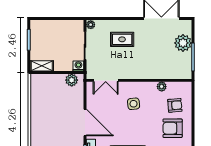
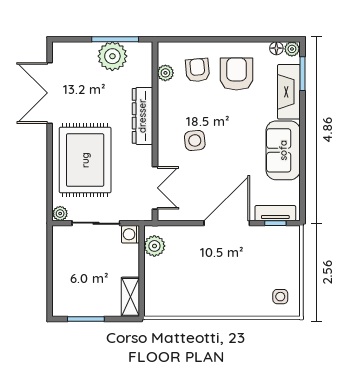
rug: (122, 39) -> (85, 160), width x1.86, depth x2.06
plant: (183, 43) -> (112, 56), moved
dresser: (148, 73) -> (142, 116), added
plant: (162, 87) -> (165, 73), moved
armchair: (173, 128) -> (236, 74), turned 180

